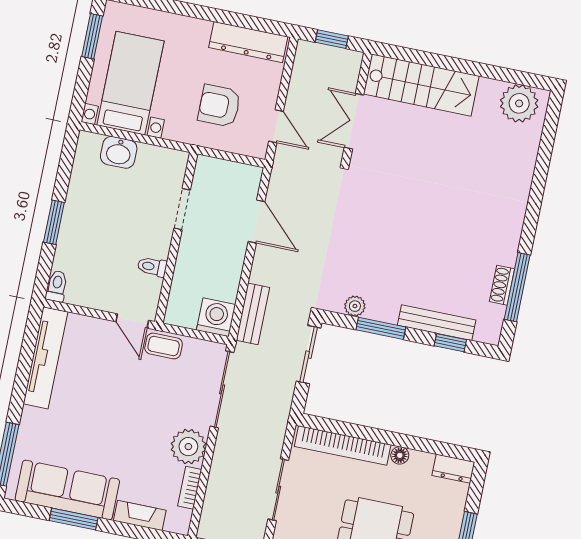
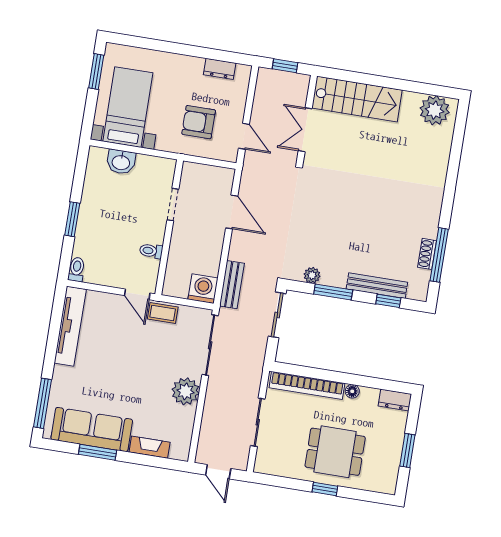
dresser: (248, 42) -> (220, 69), width x0.51, depth x0.80
bookcase: (190, 488) -> (188, 424), removed

